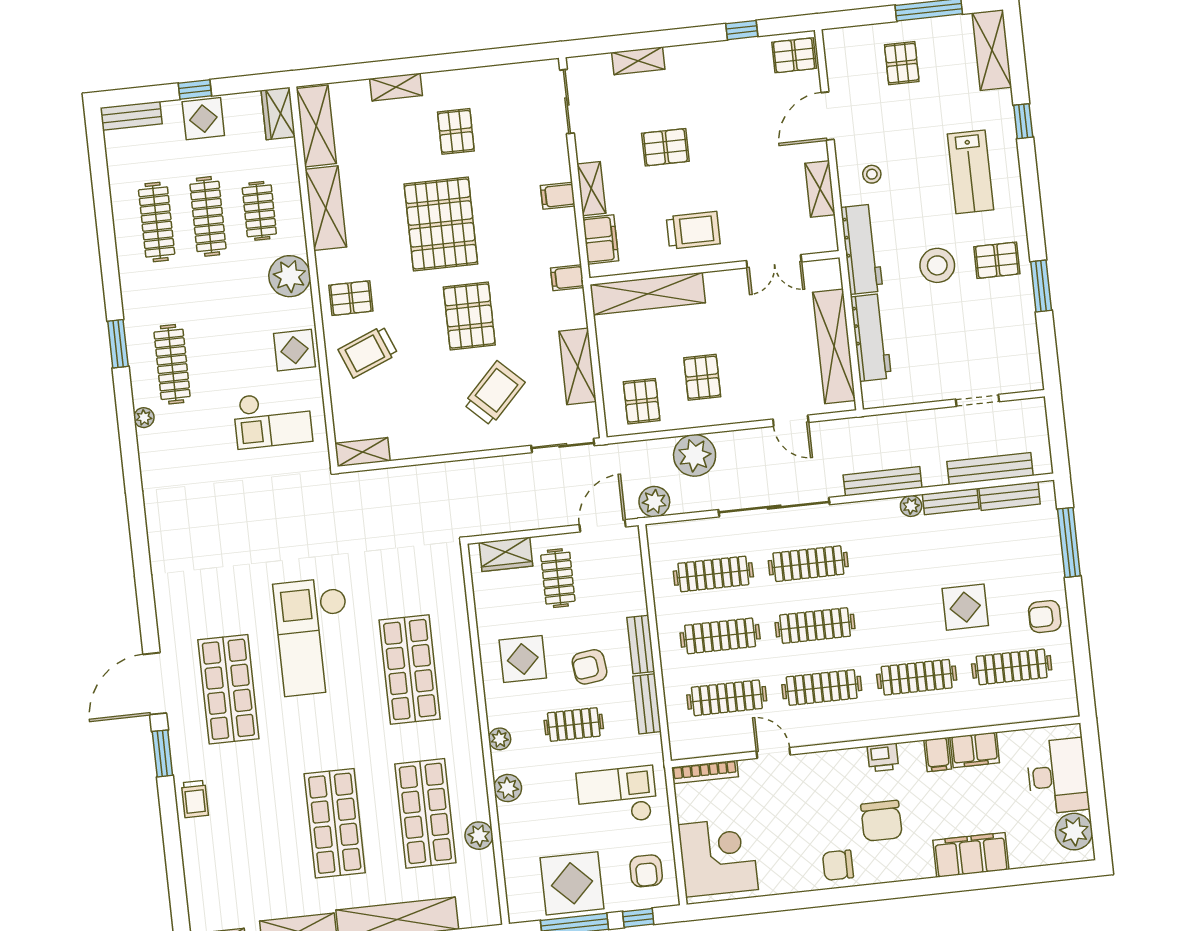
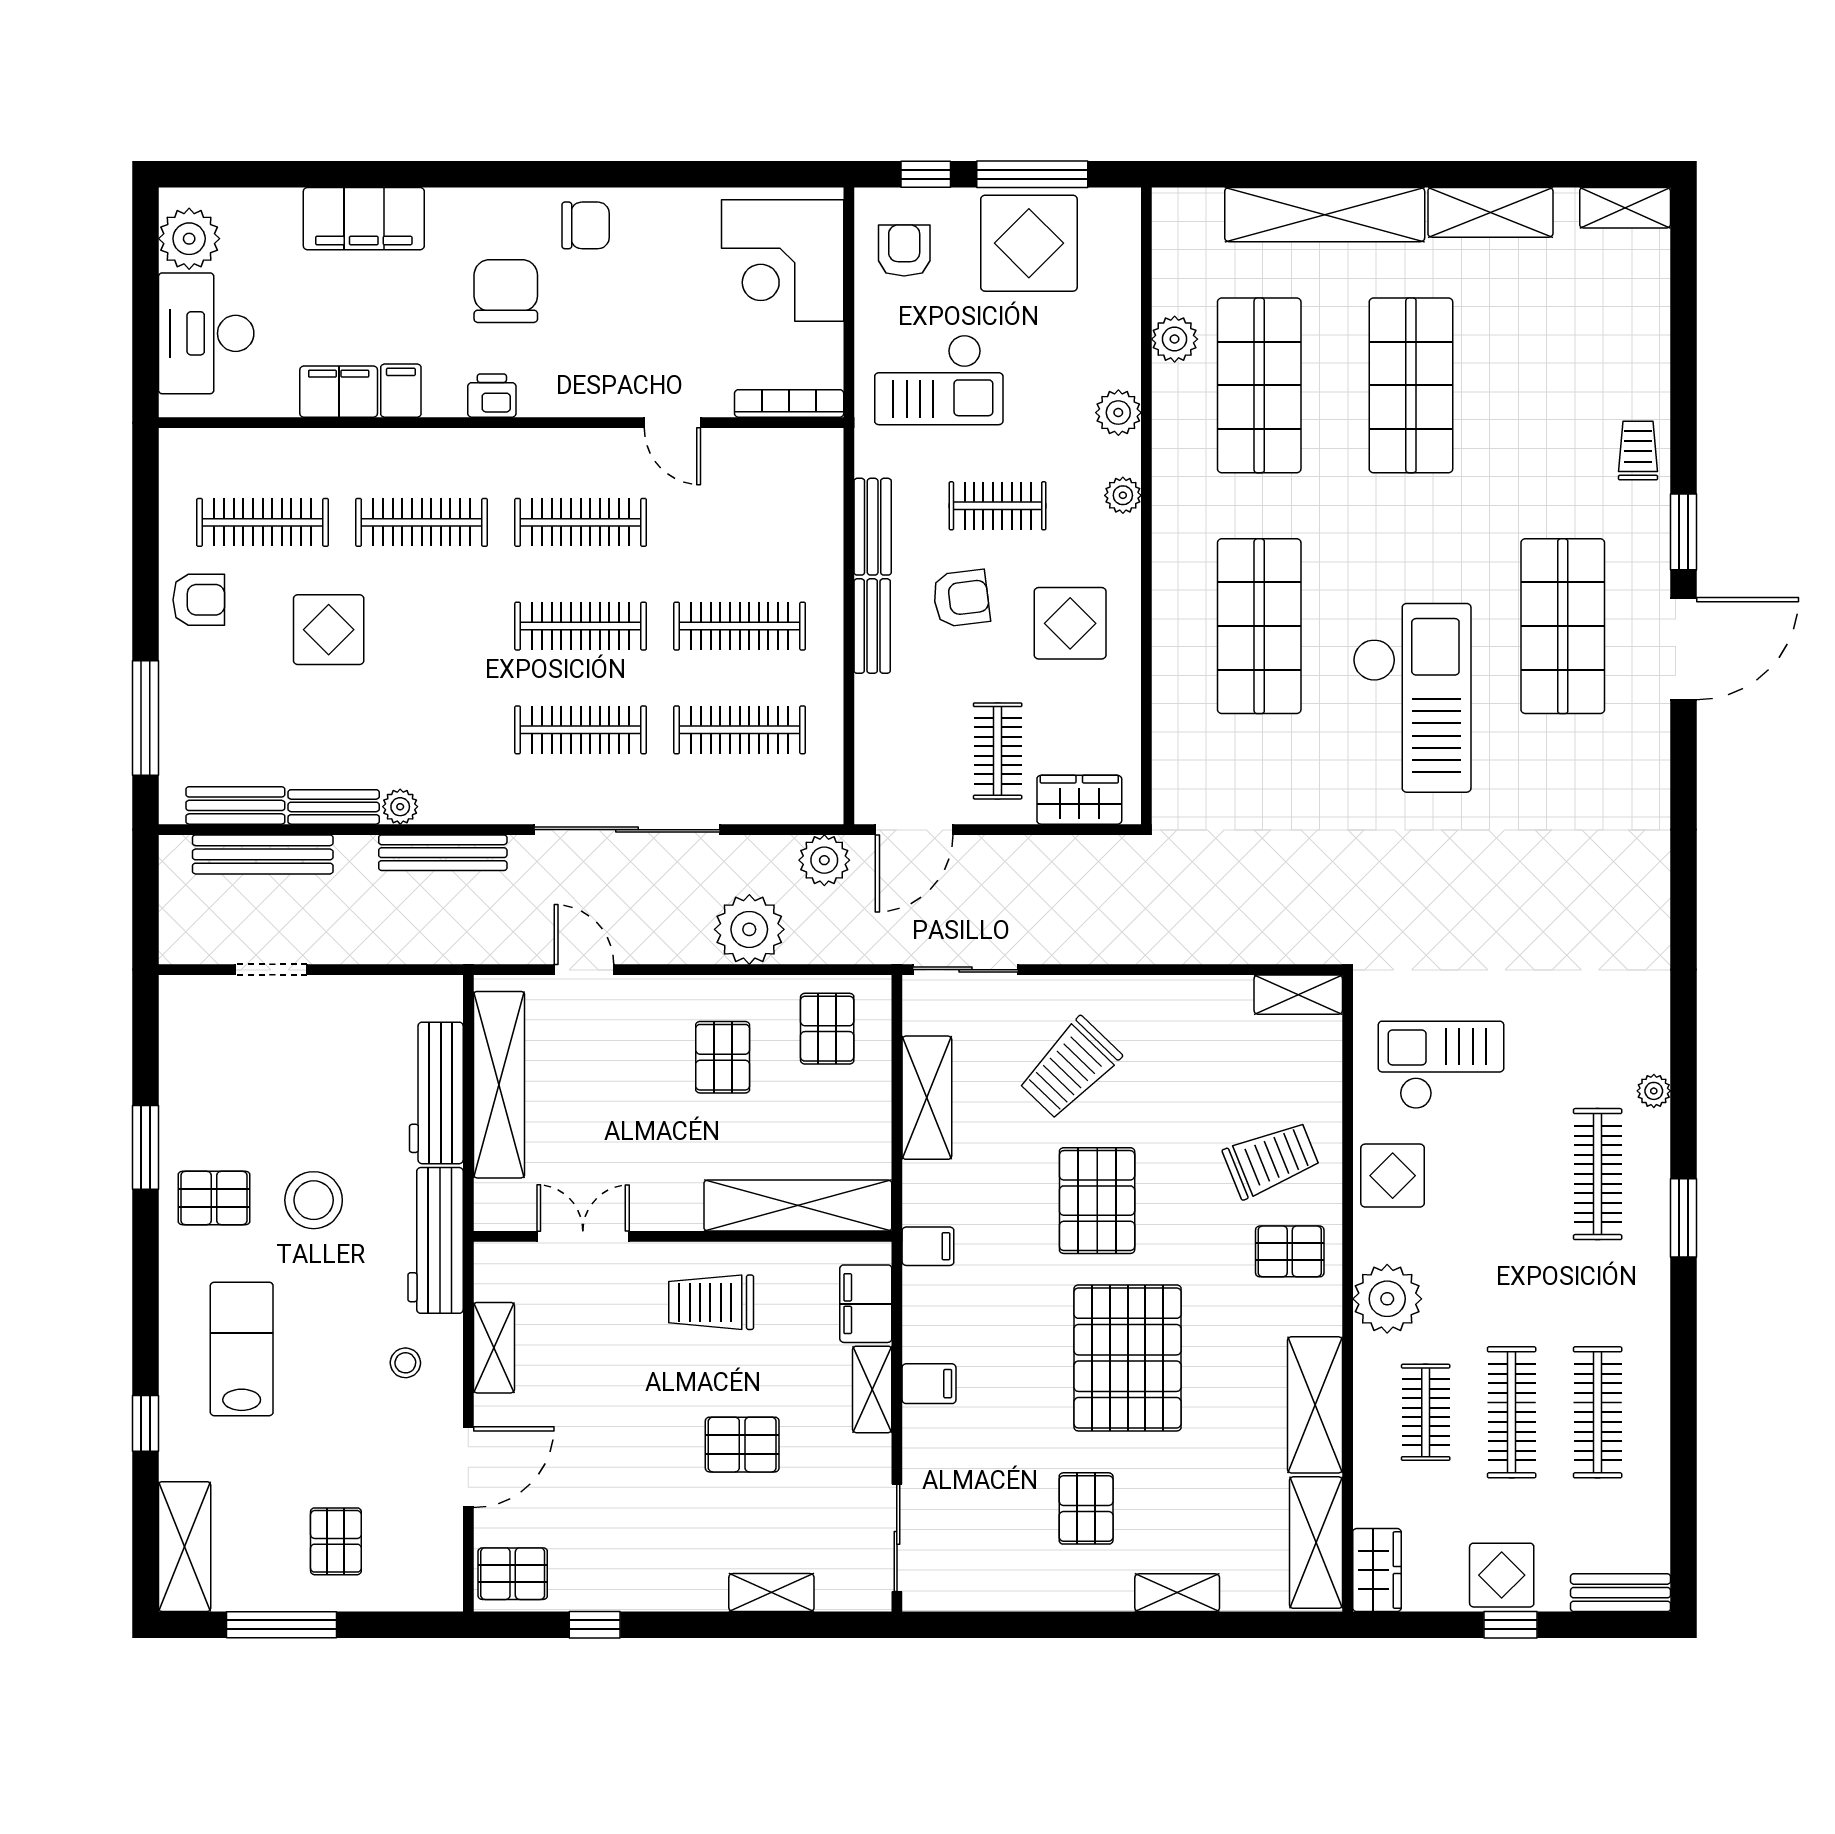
clothes rail: (727, 698) -> (740, 522), removed

